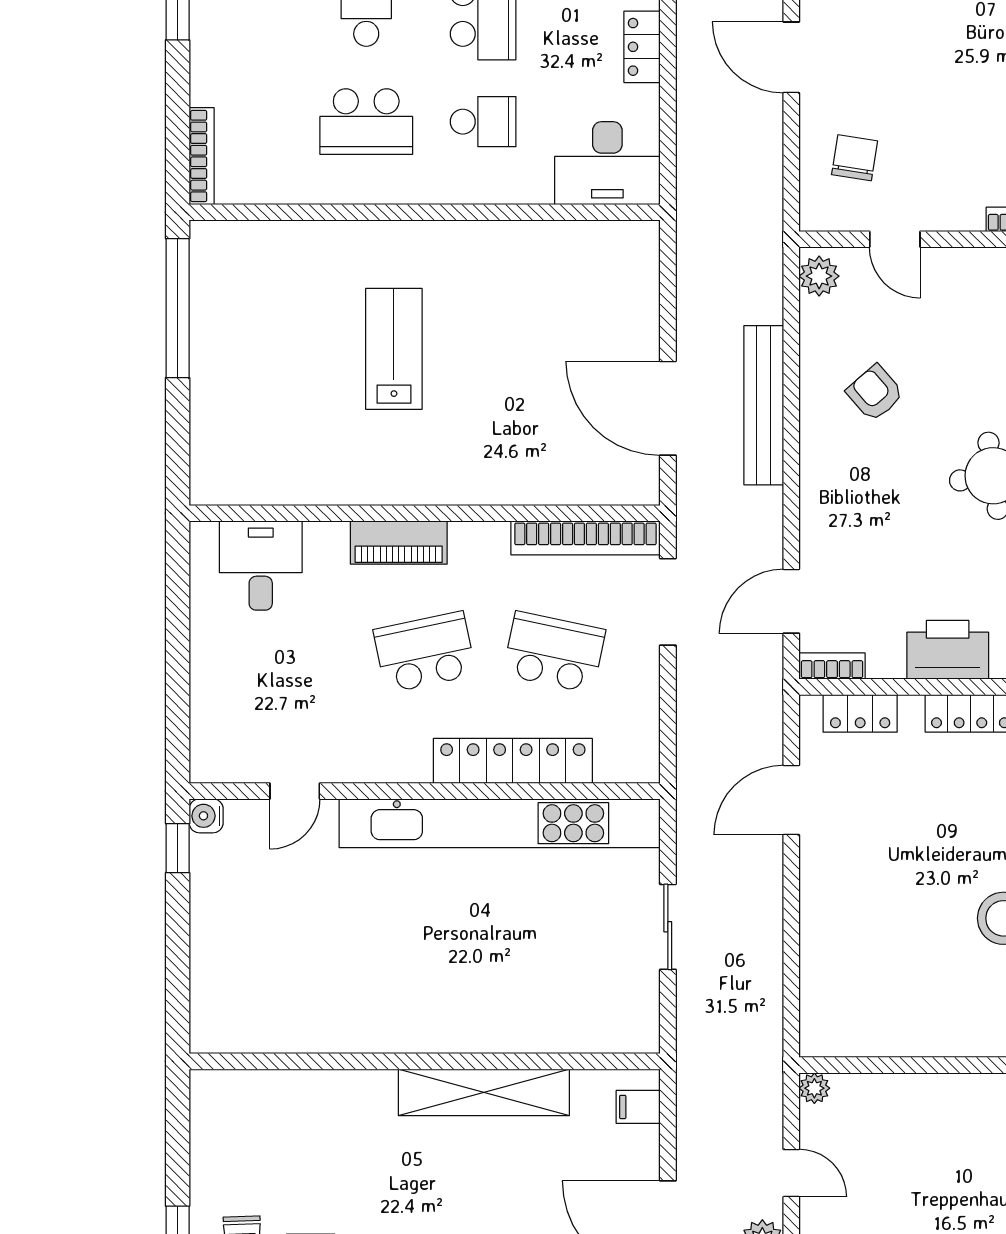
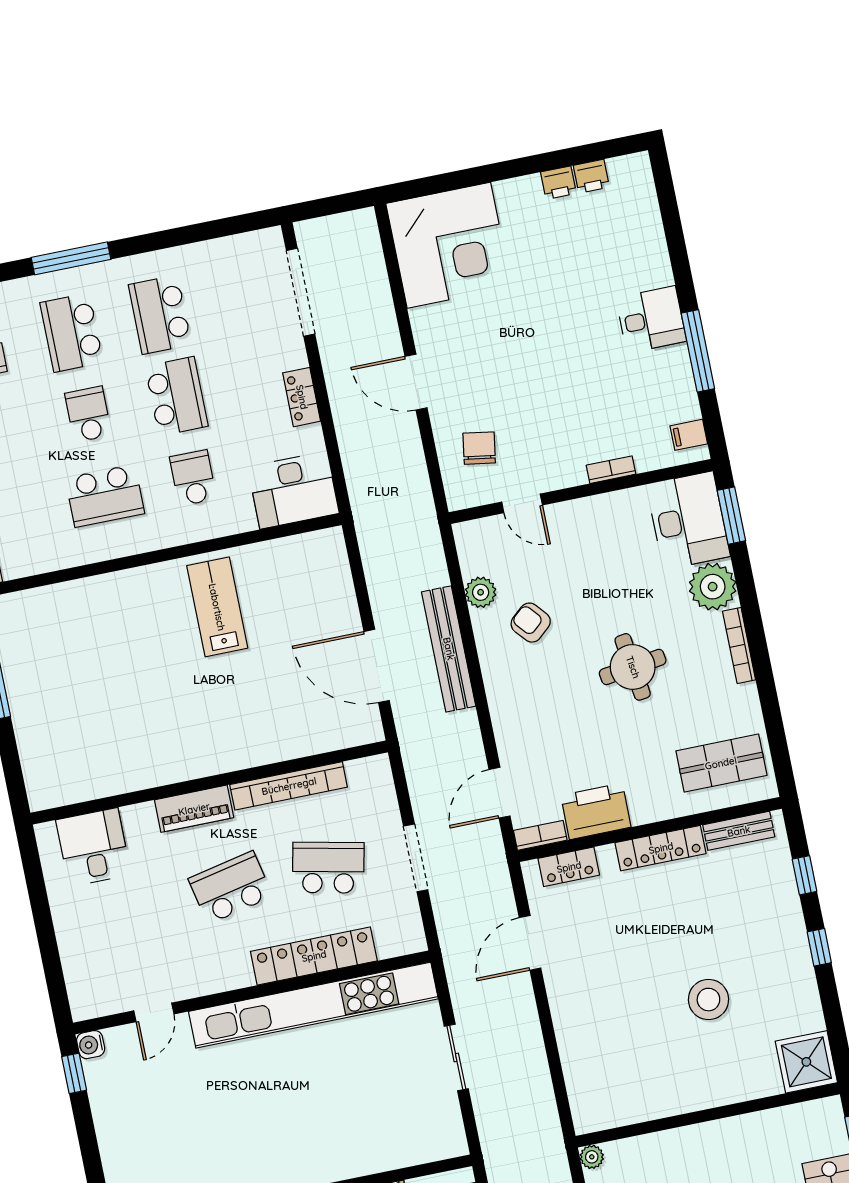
school desk: (483, 122) -> (193, 478), turned -90
plant: (819, 276) -> (481, 592), moved
lab bench: (394, 349) -> (217, 607), moved
bookcase: (585, 538) -> (289, 786), moved
doorway: (668, 602) -> (416, 858), moved
printer: (948, 650) -> (596, 811), moved

